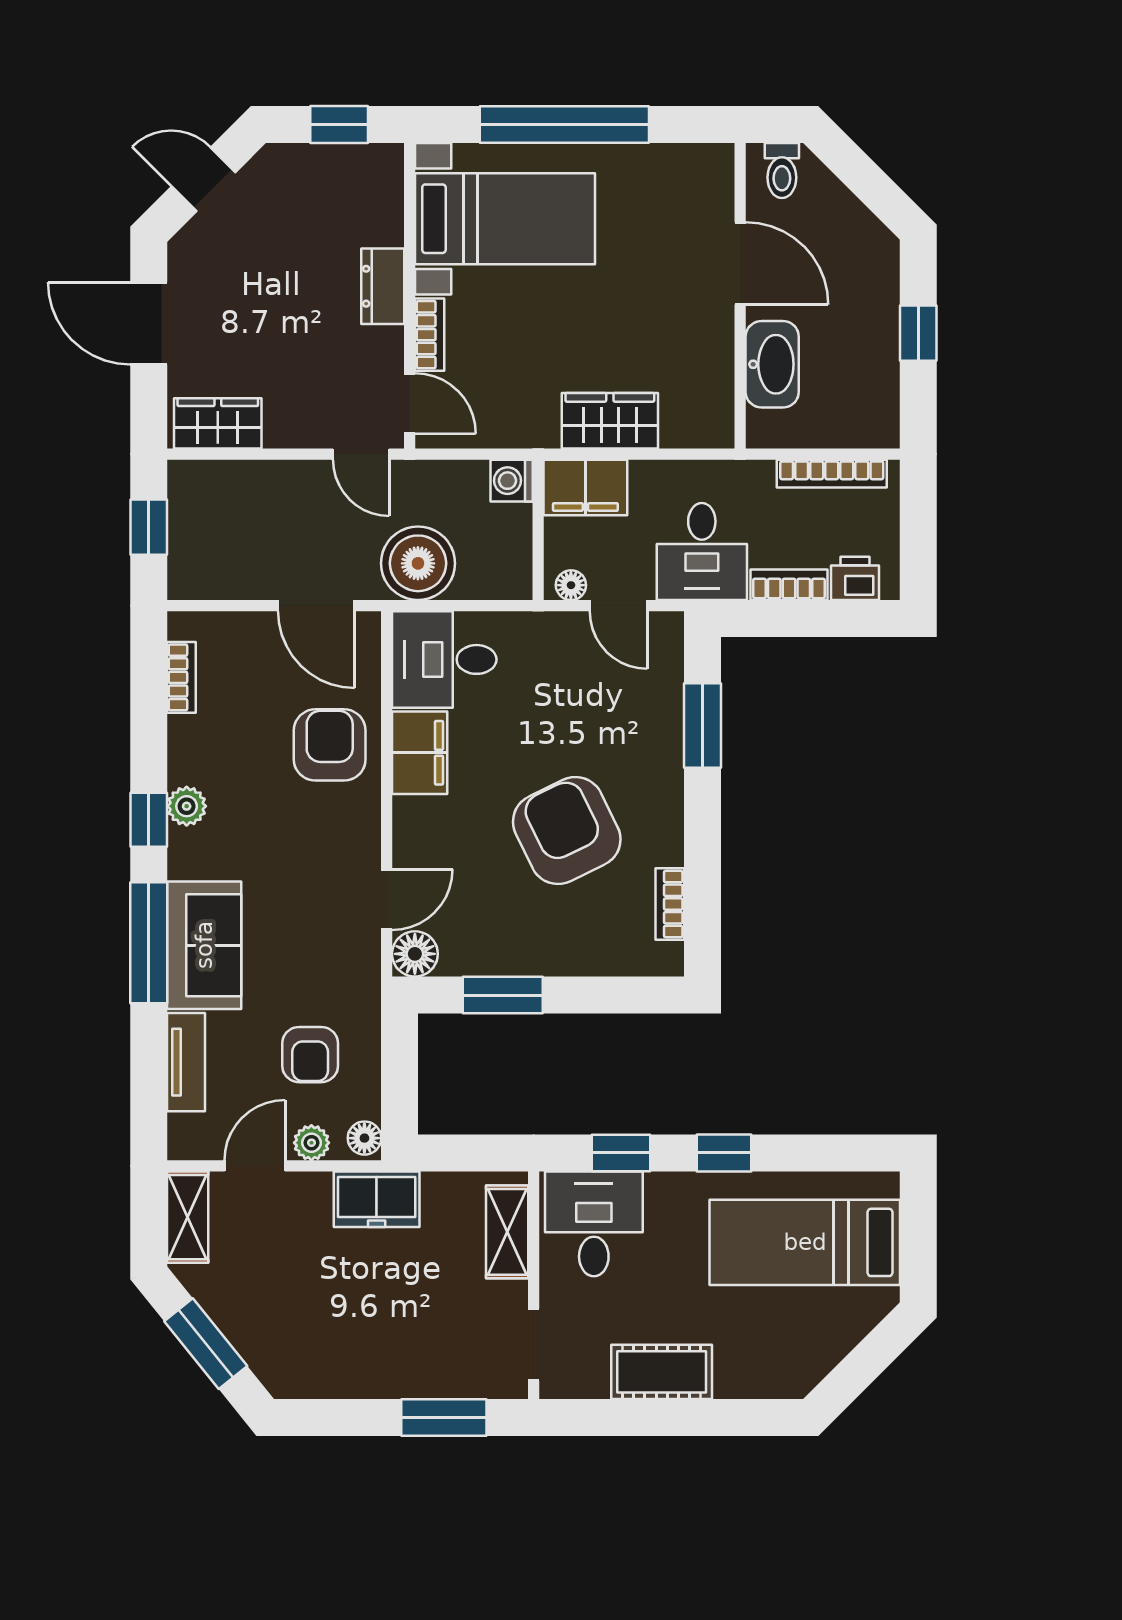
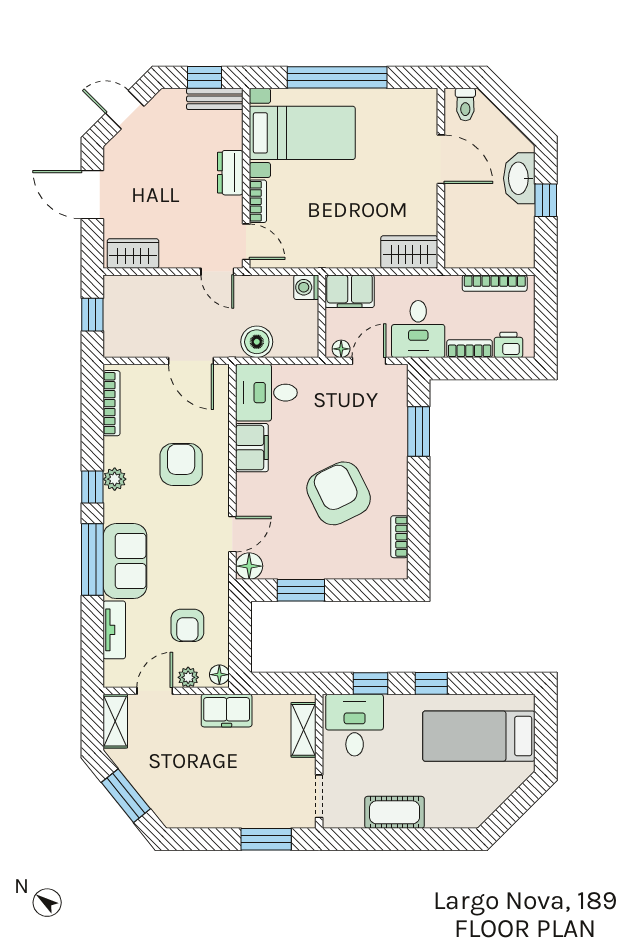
bench: (356, 161) -> (215, 99), added
washbasin: (772, 364) -> (519, 178), moved, turned 180
wardrobe: (610, 421) -> (409, 252), moved
boiler: (418, 563) -> (257, 342), width x0.73, depth x0.73
door: (618, 606) -> (369, 361), swing flipped
bookcase: (181, 677) -> (112, 403), width x1.56
armchair: (330, 745) -> (181, 464), moved

